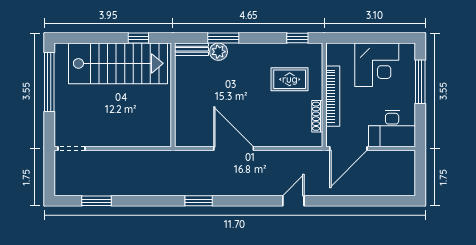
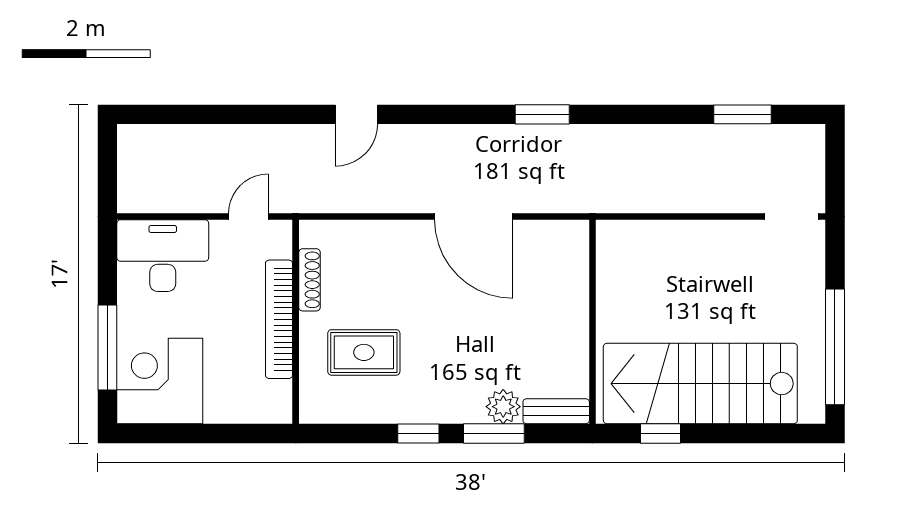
window: (297, 38) -> (418, 433), moved
corner desk: (377, 65) -> (160, 381), moved
door: (348, 149) -> (248, 216), width x0.53

